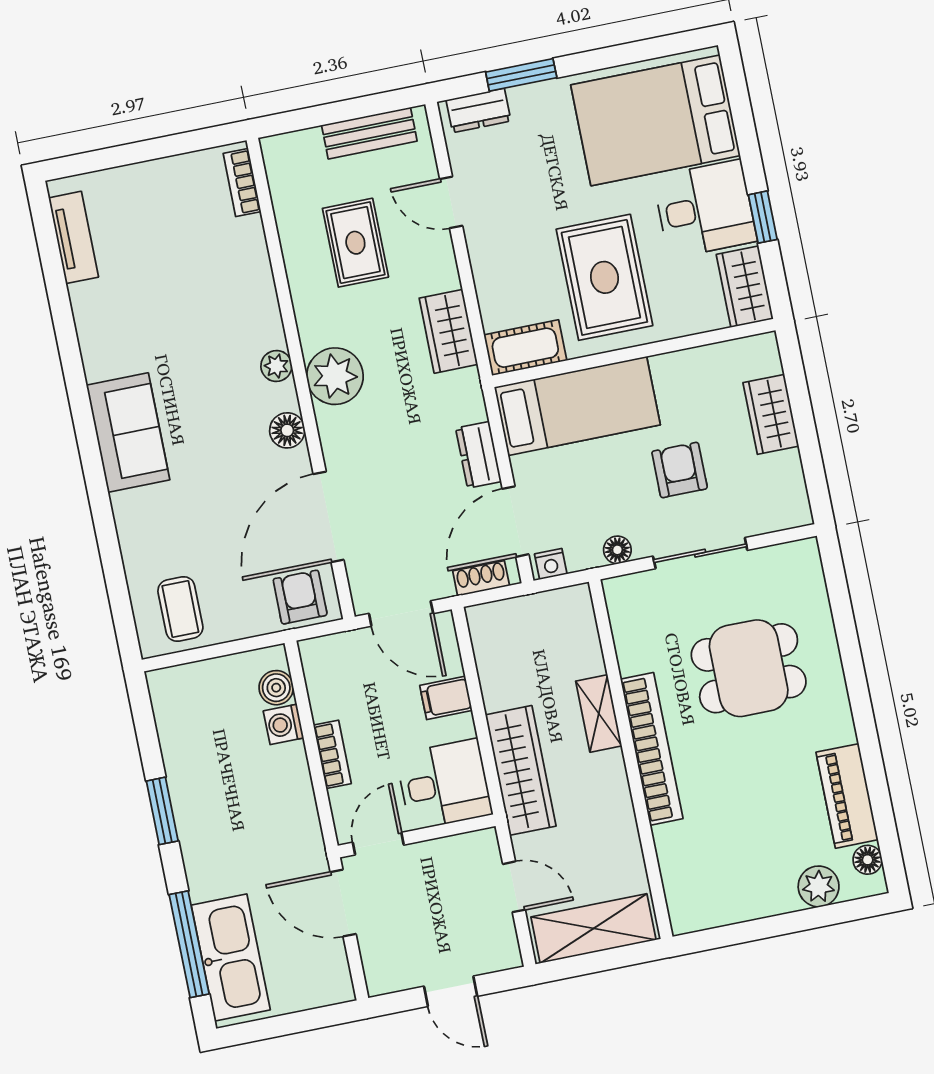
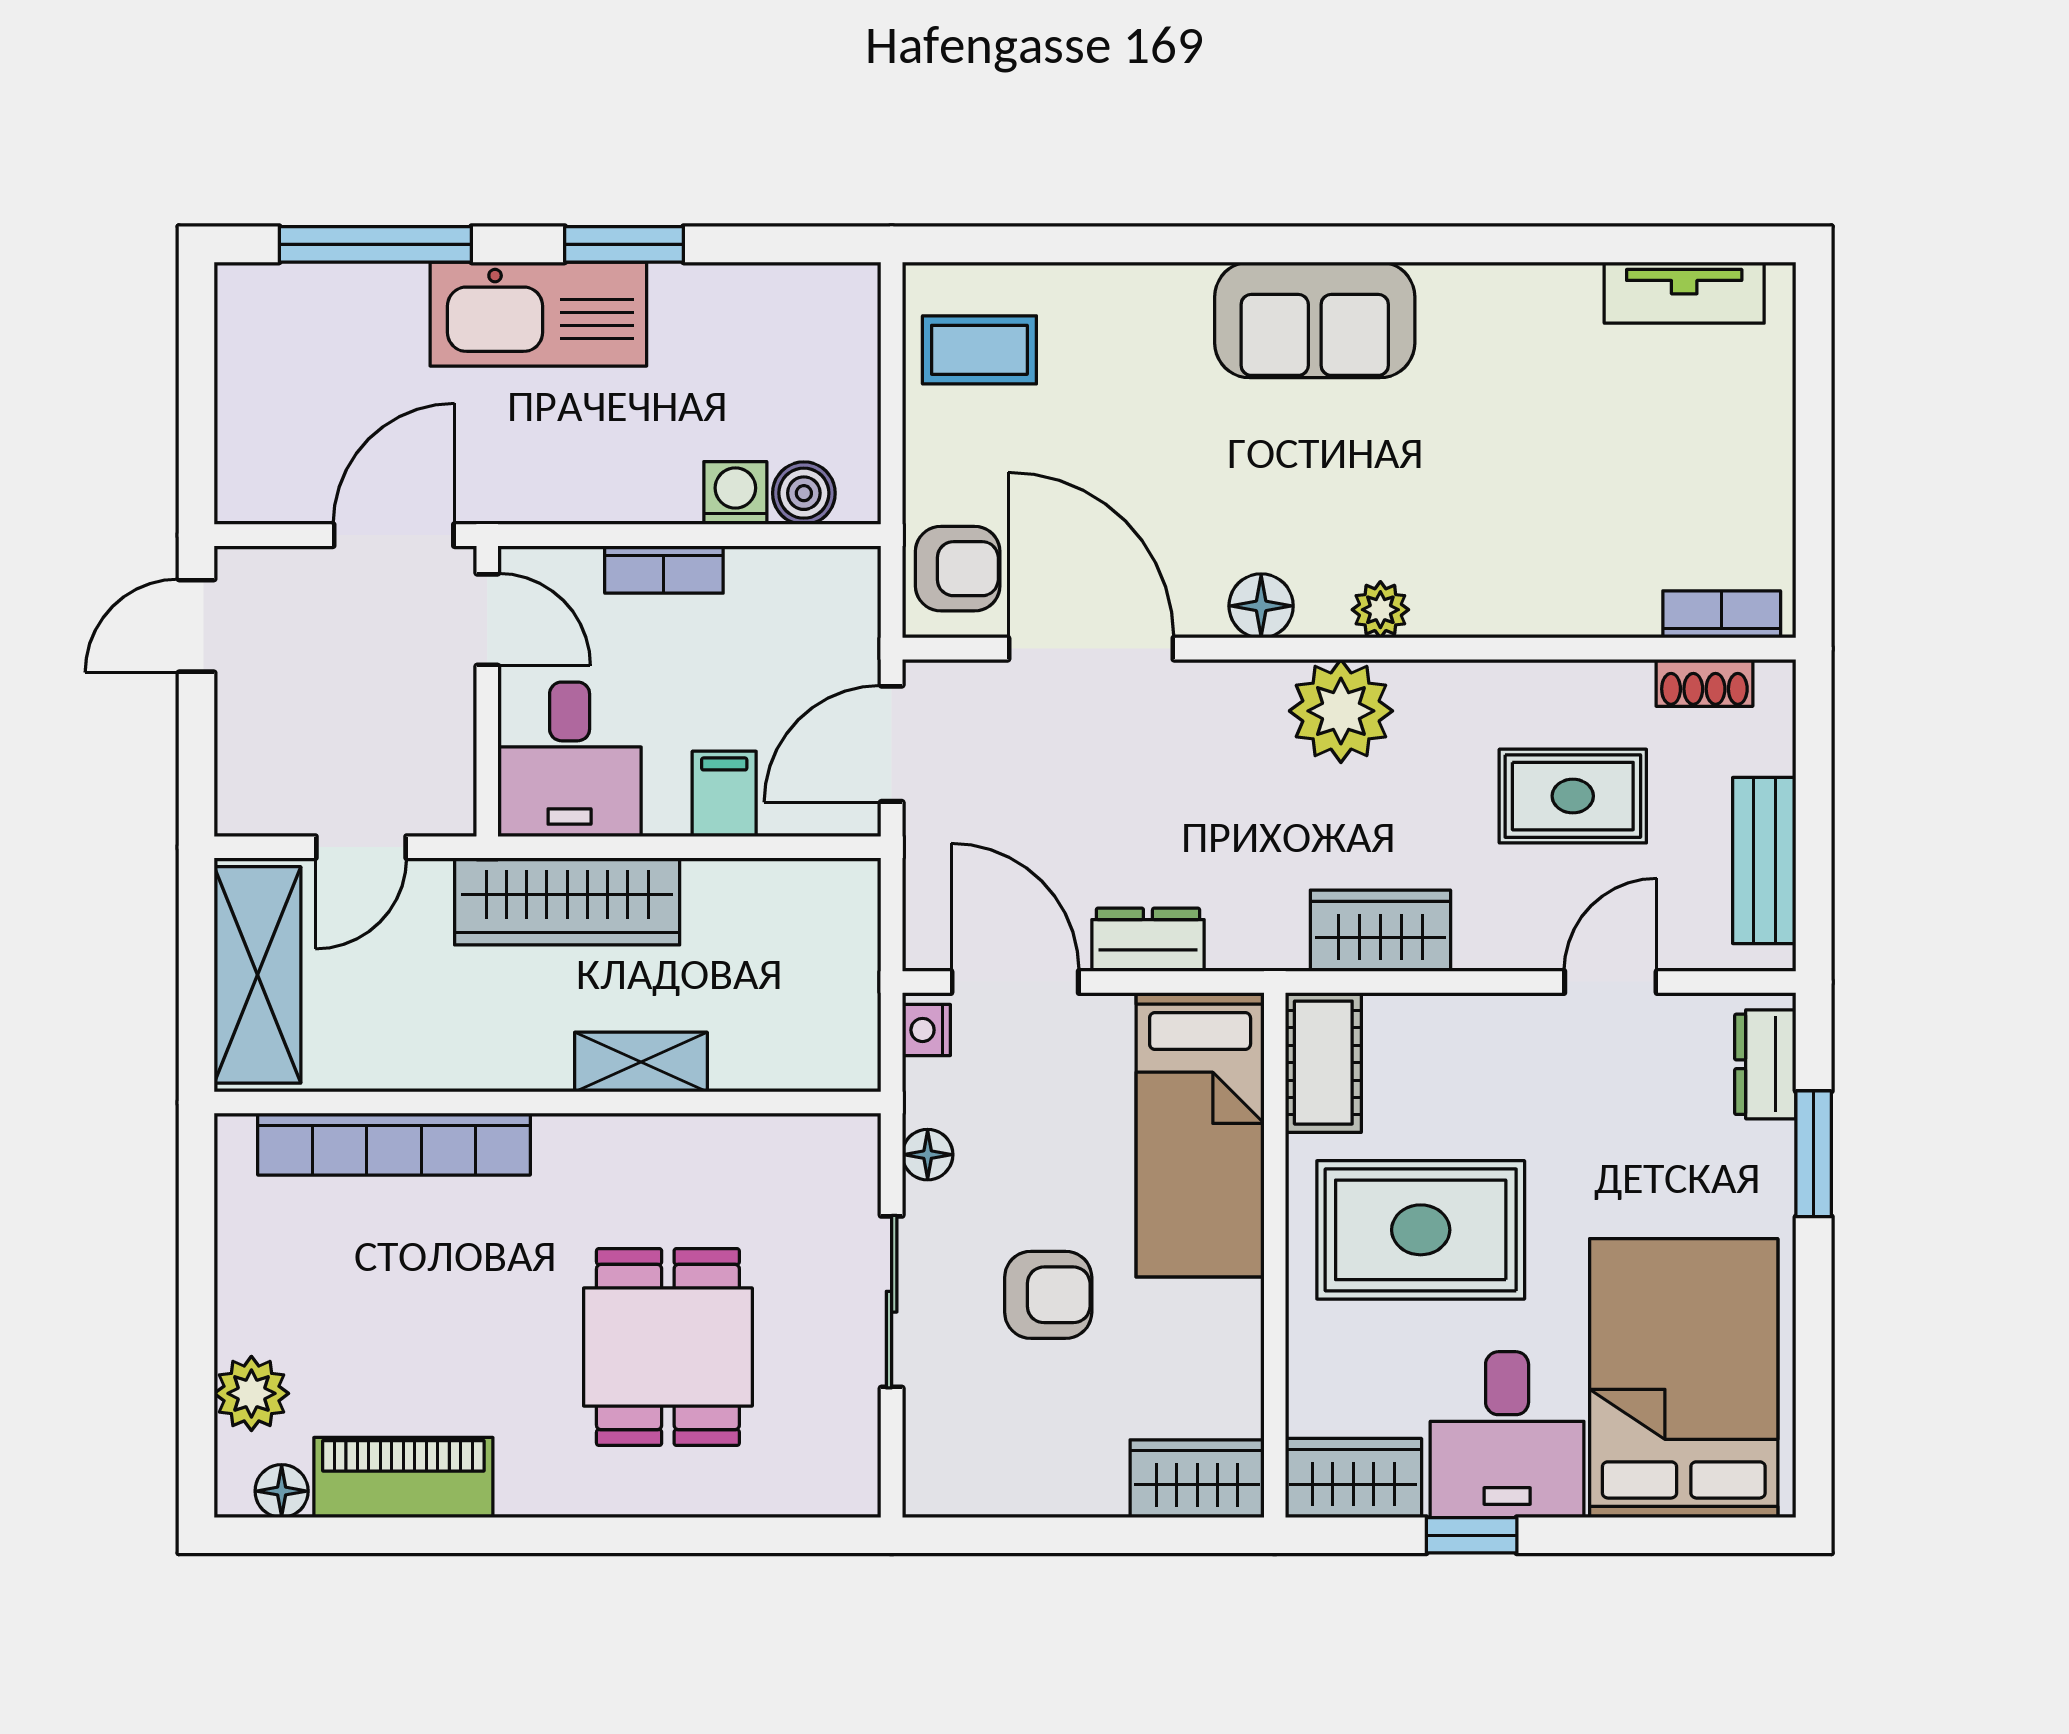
wardrobe: (771, 414) -> (1197, 1479), moved
shoe rack: (481, 578) -> (1704, 683), moved, turned 90
bookcase: (652, 749) -> (394, 1144), moved
kitchen sink: (231, 958) -> (538, 314), moved
door: (451, 991) -> (197, 626), moved

